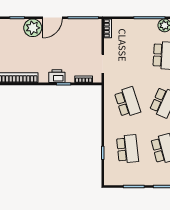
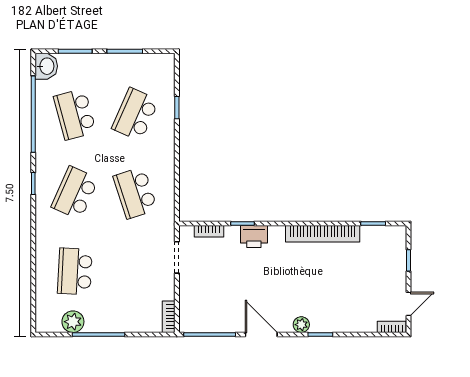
door: (52, 18) -> (261, 335), hinge flipped
plant: (33, 28) -> (301, 325), width x0.53, depth x0.53
school desk: (127, 149) -> (135, 114), turned 30

